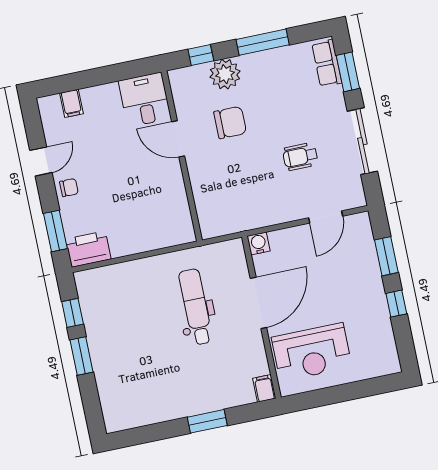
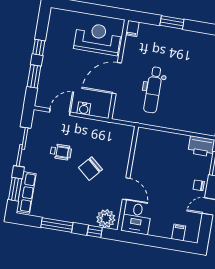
row of seats: (327, 63) -> (26, 192), width x1.48
plant: (225, 74) -> (106, 219), moved
chair: (230, 122) -> (90, 169), moved, turned -49
water cooler: (259, 244) -> (84, 109), moved

